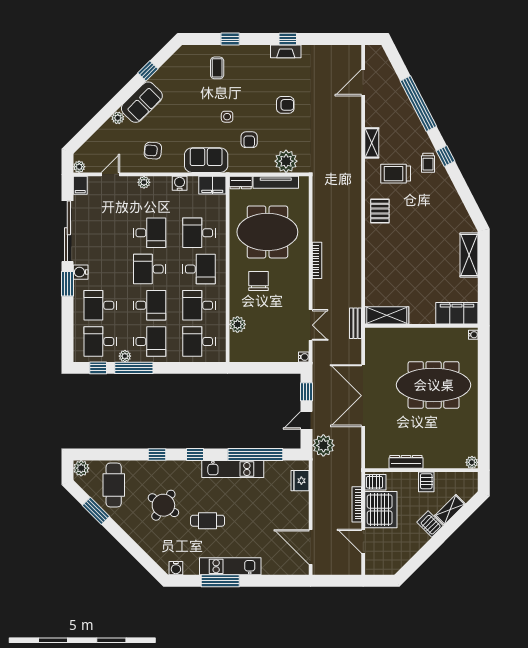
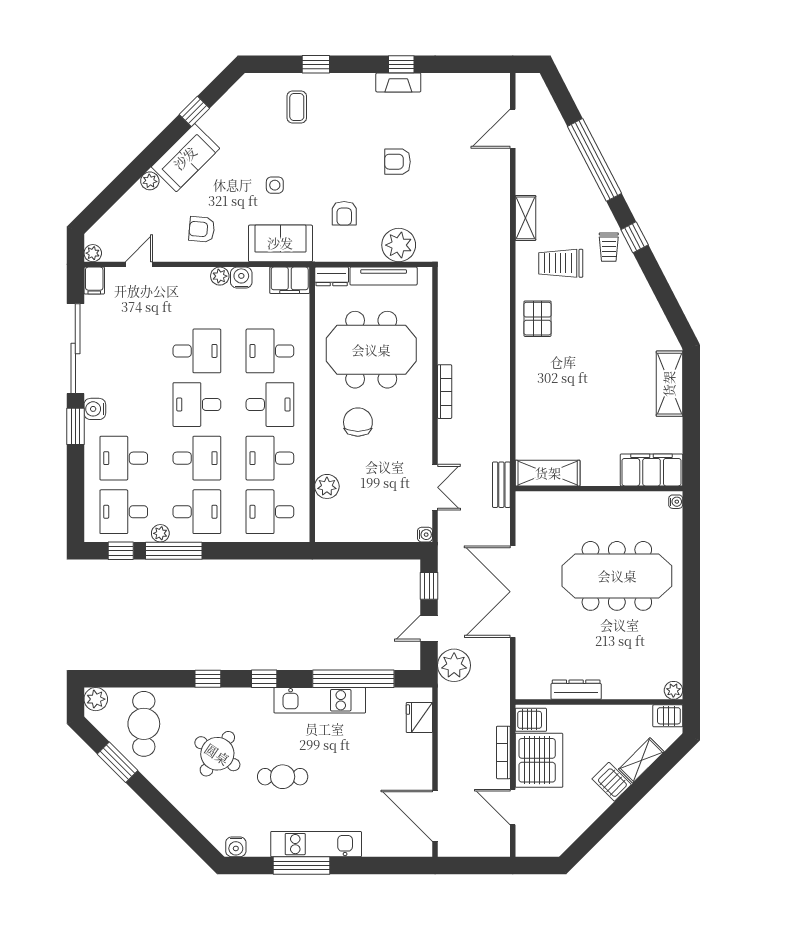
armchair: (285, 105) -> (398, 162), turned 180
side table: (227, 117) -> (275, 185), moved
plant: (144, 182) -> (220, 276), moved
server rack: (426, 482) -> (668, 716), moved, turned 90

